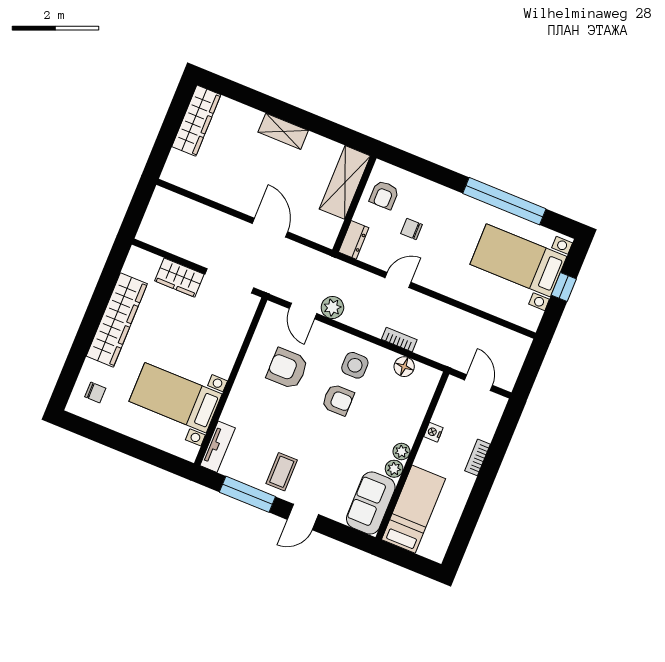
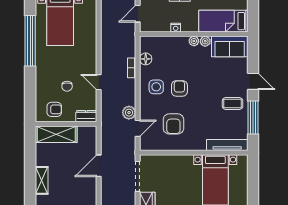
tv unit: (218, 447) -> (227, 145), width x1.41

